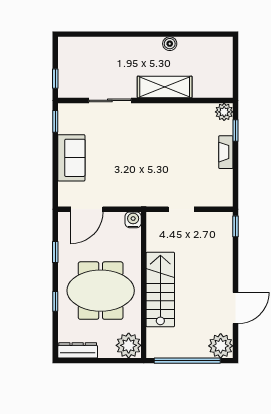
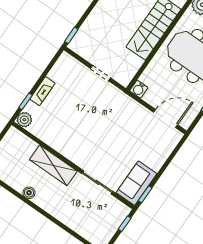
sofa: (71, 158) -> (136, 183), moved

